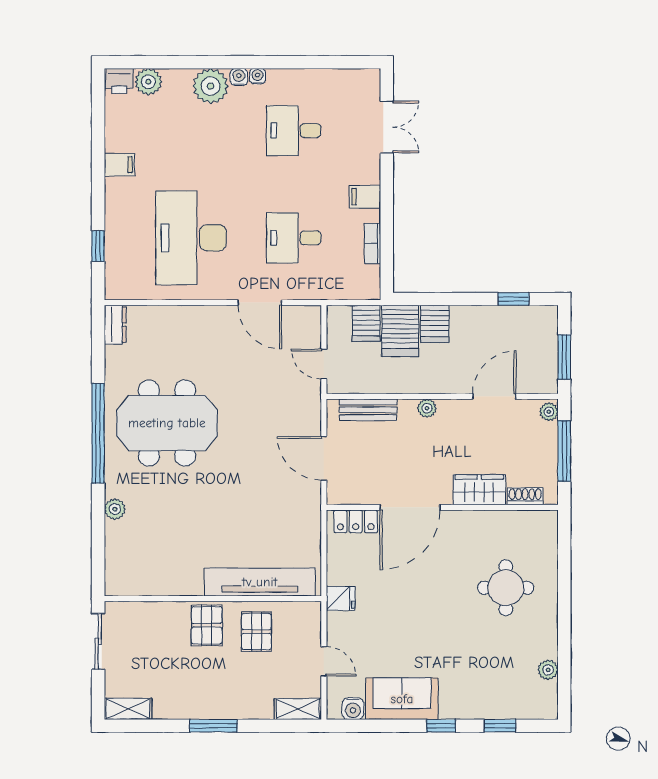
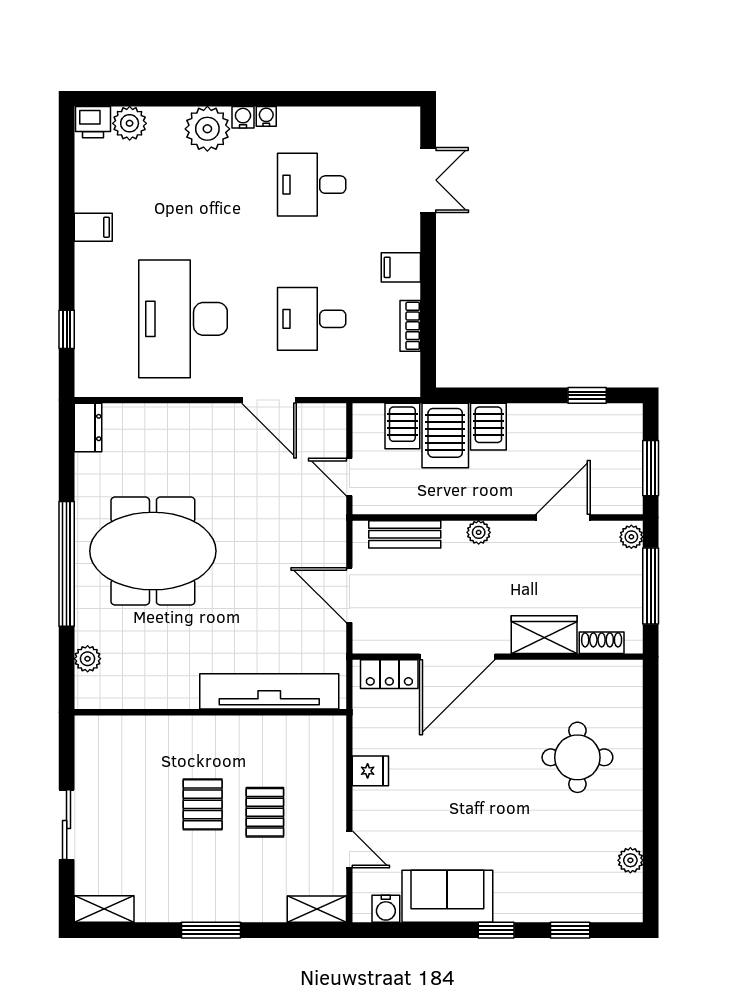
tv unit: (260, 582) -> (269, 691), moved
wall: (213, 599) -> (210, 712), moved

